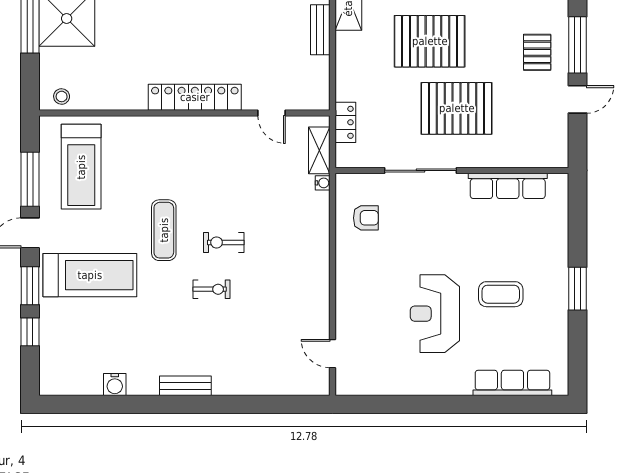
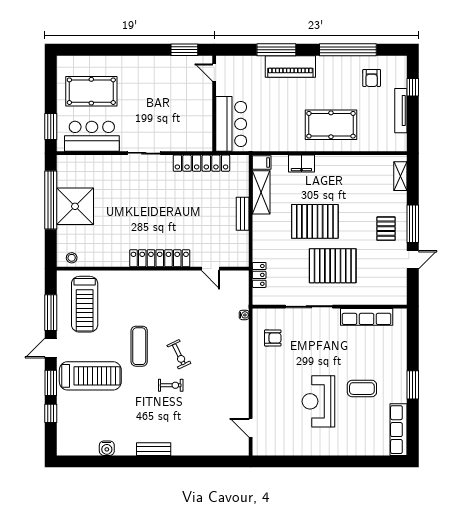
shelving: (319, 150) -> (242, 293), removed
exercise bike: (224, 242) -> (179, 354), turned -116
row of seats: (512, 383) -> (398, 430), moved, turned -90

